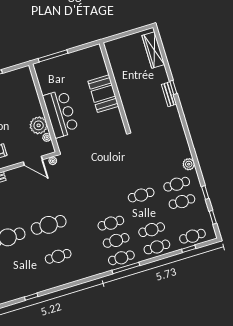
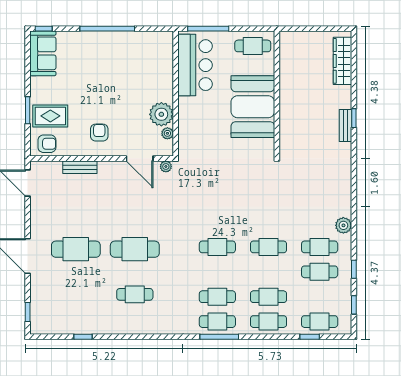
cafe table: (88, 59) -> (253, 46), added
booth: (103, 94) -> (253, 107), width x1.36, depth x1.42
bar counter: (61, 114) -> (195, 65), moved
cafe table: (111, 223) -> (217, 247), moved

